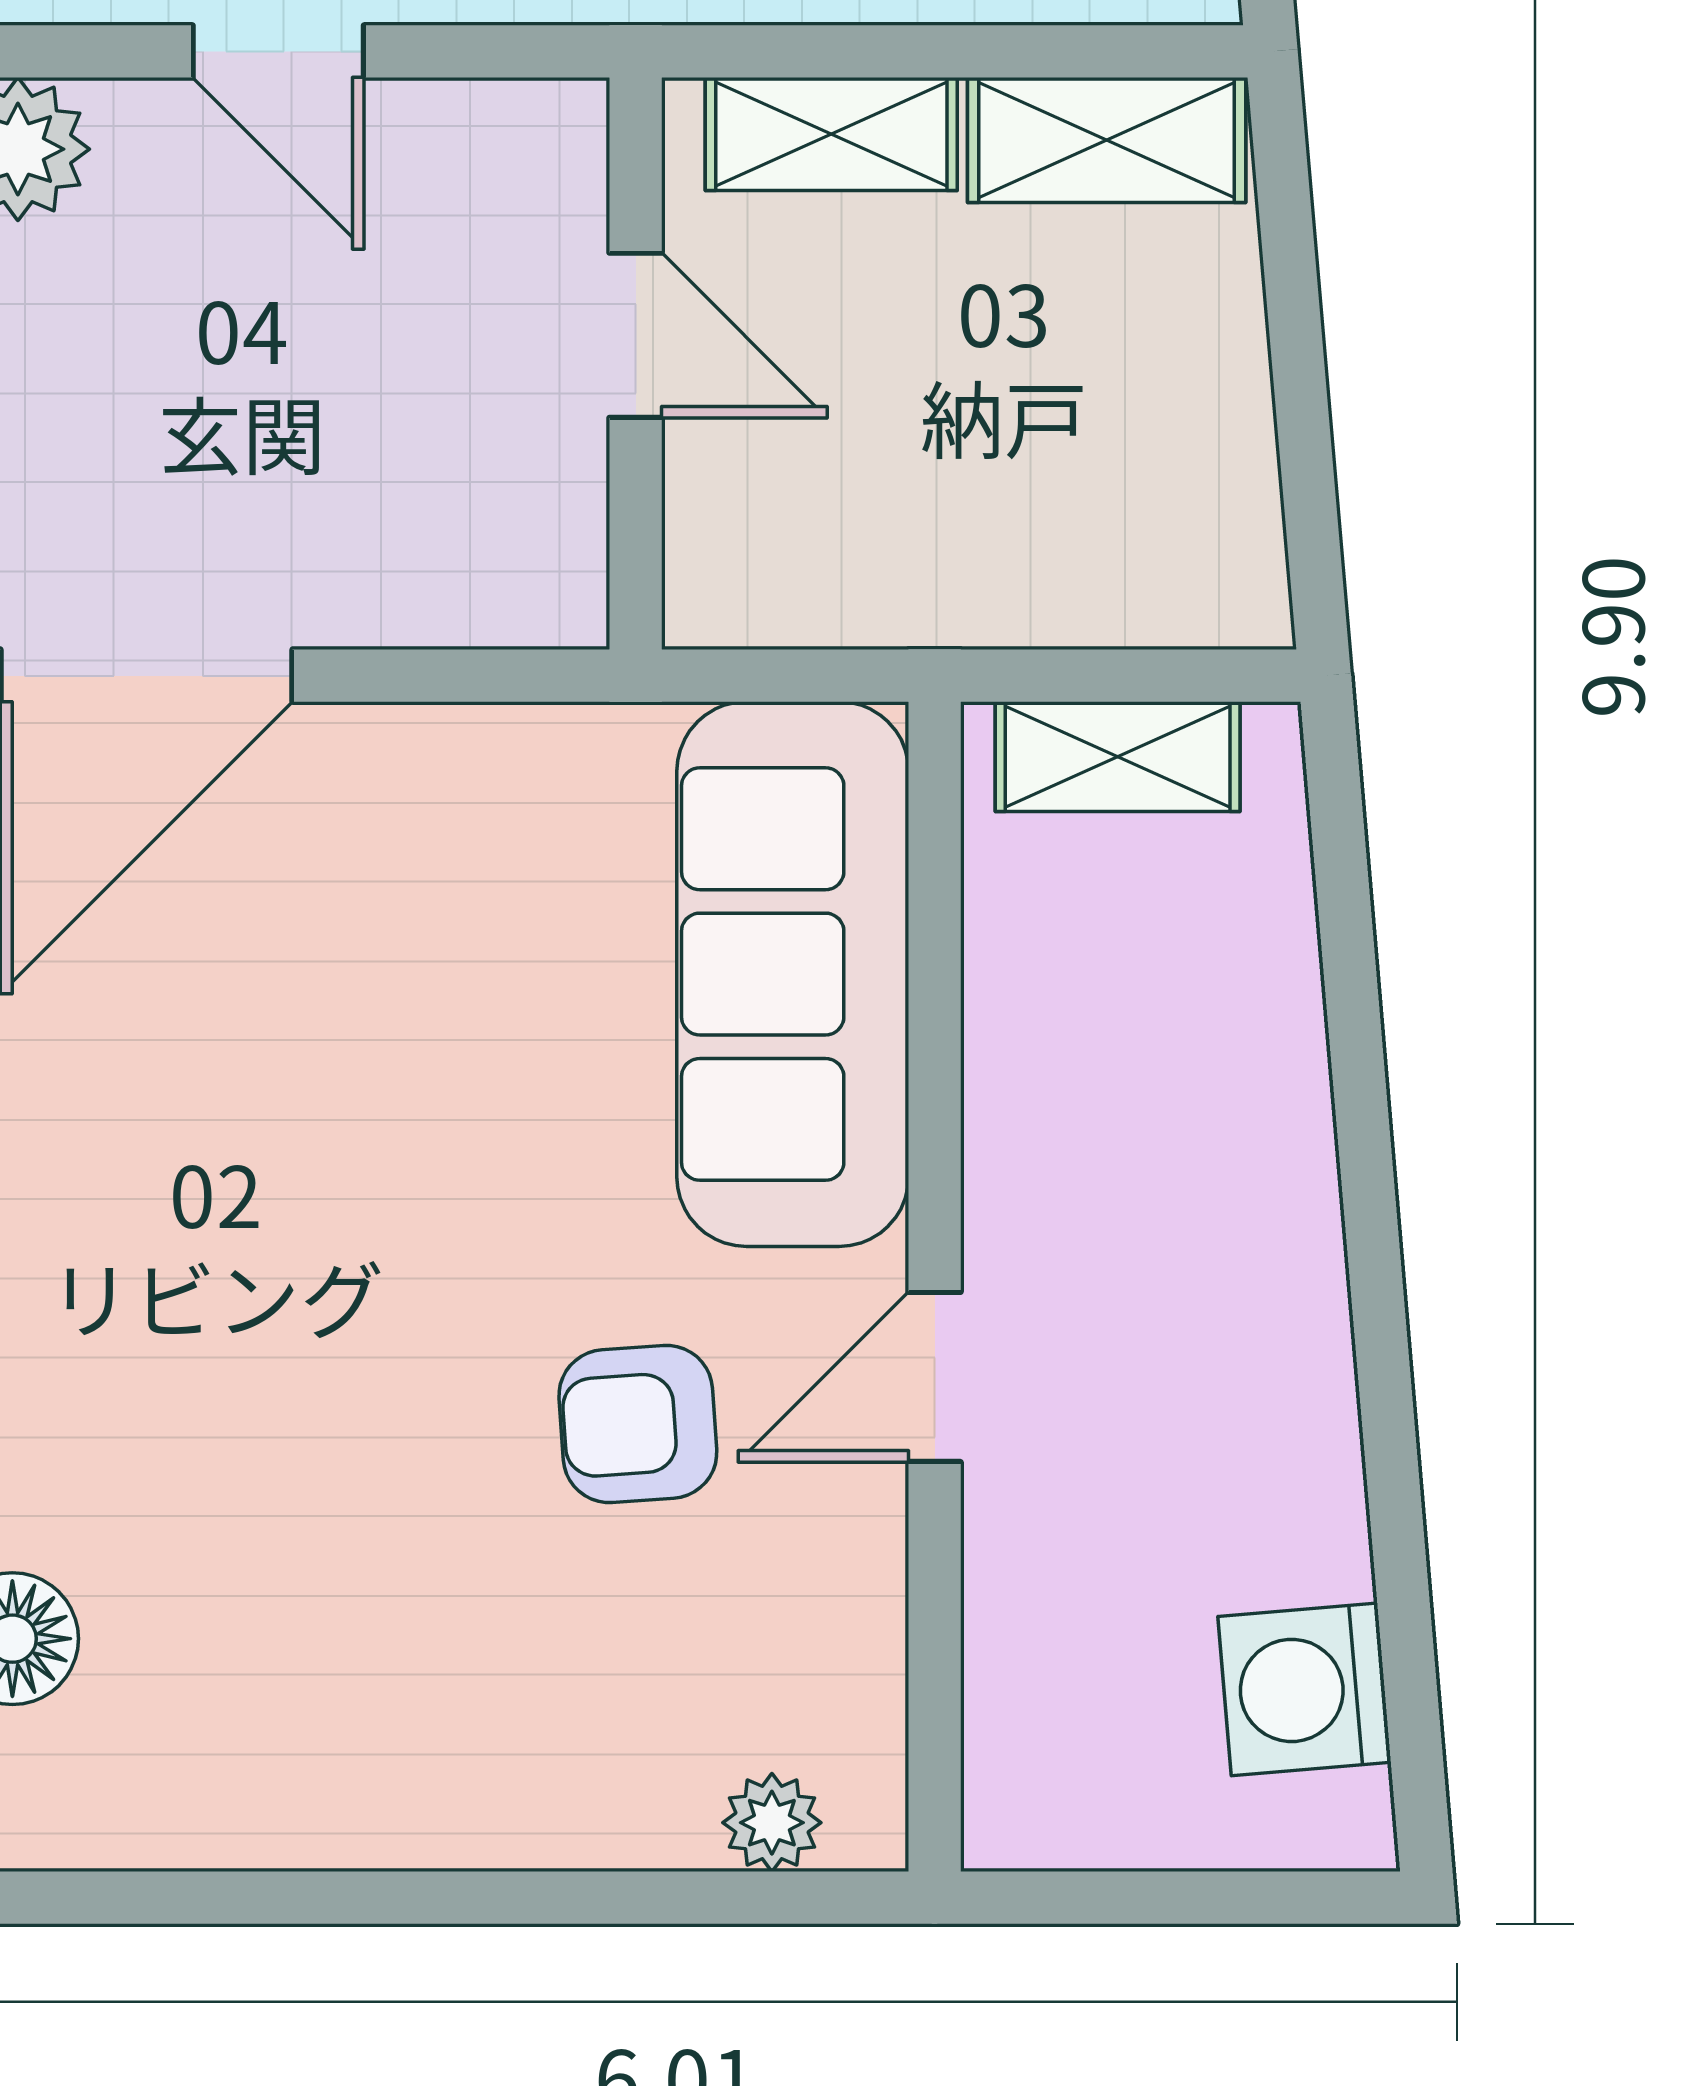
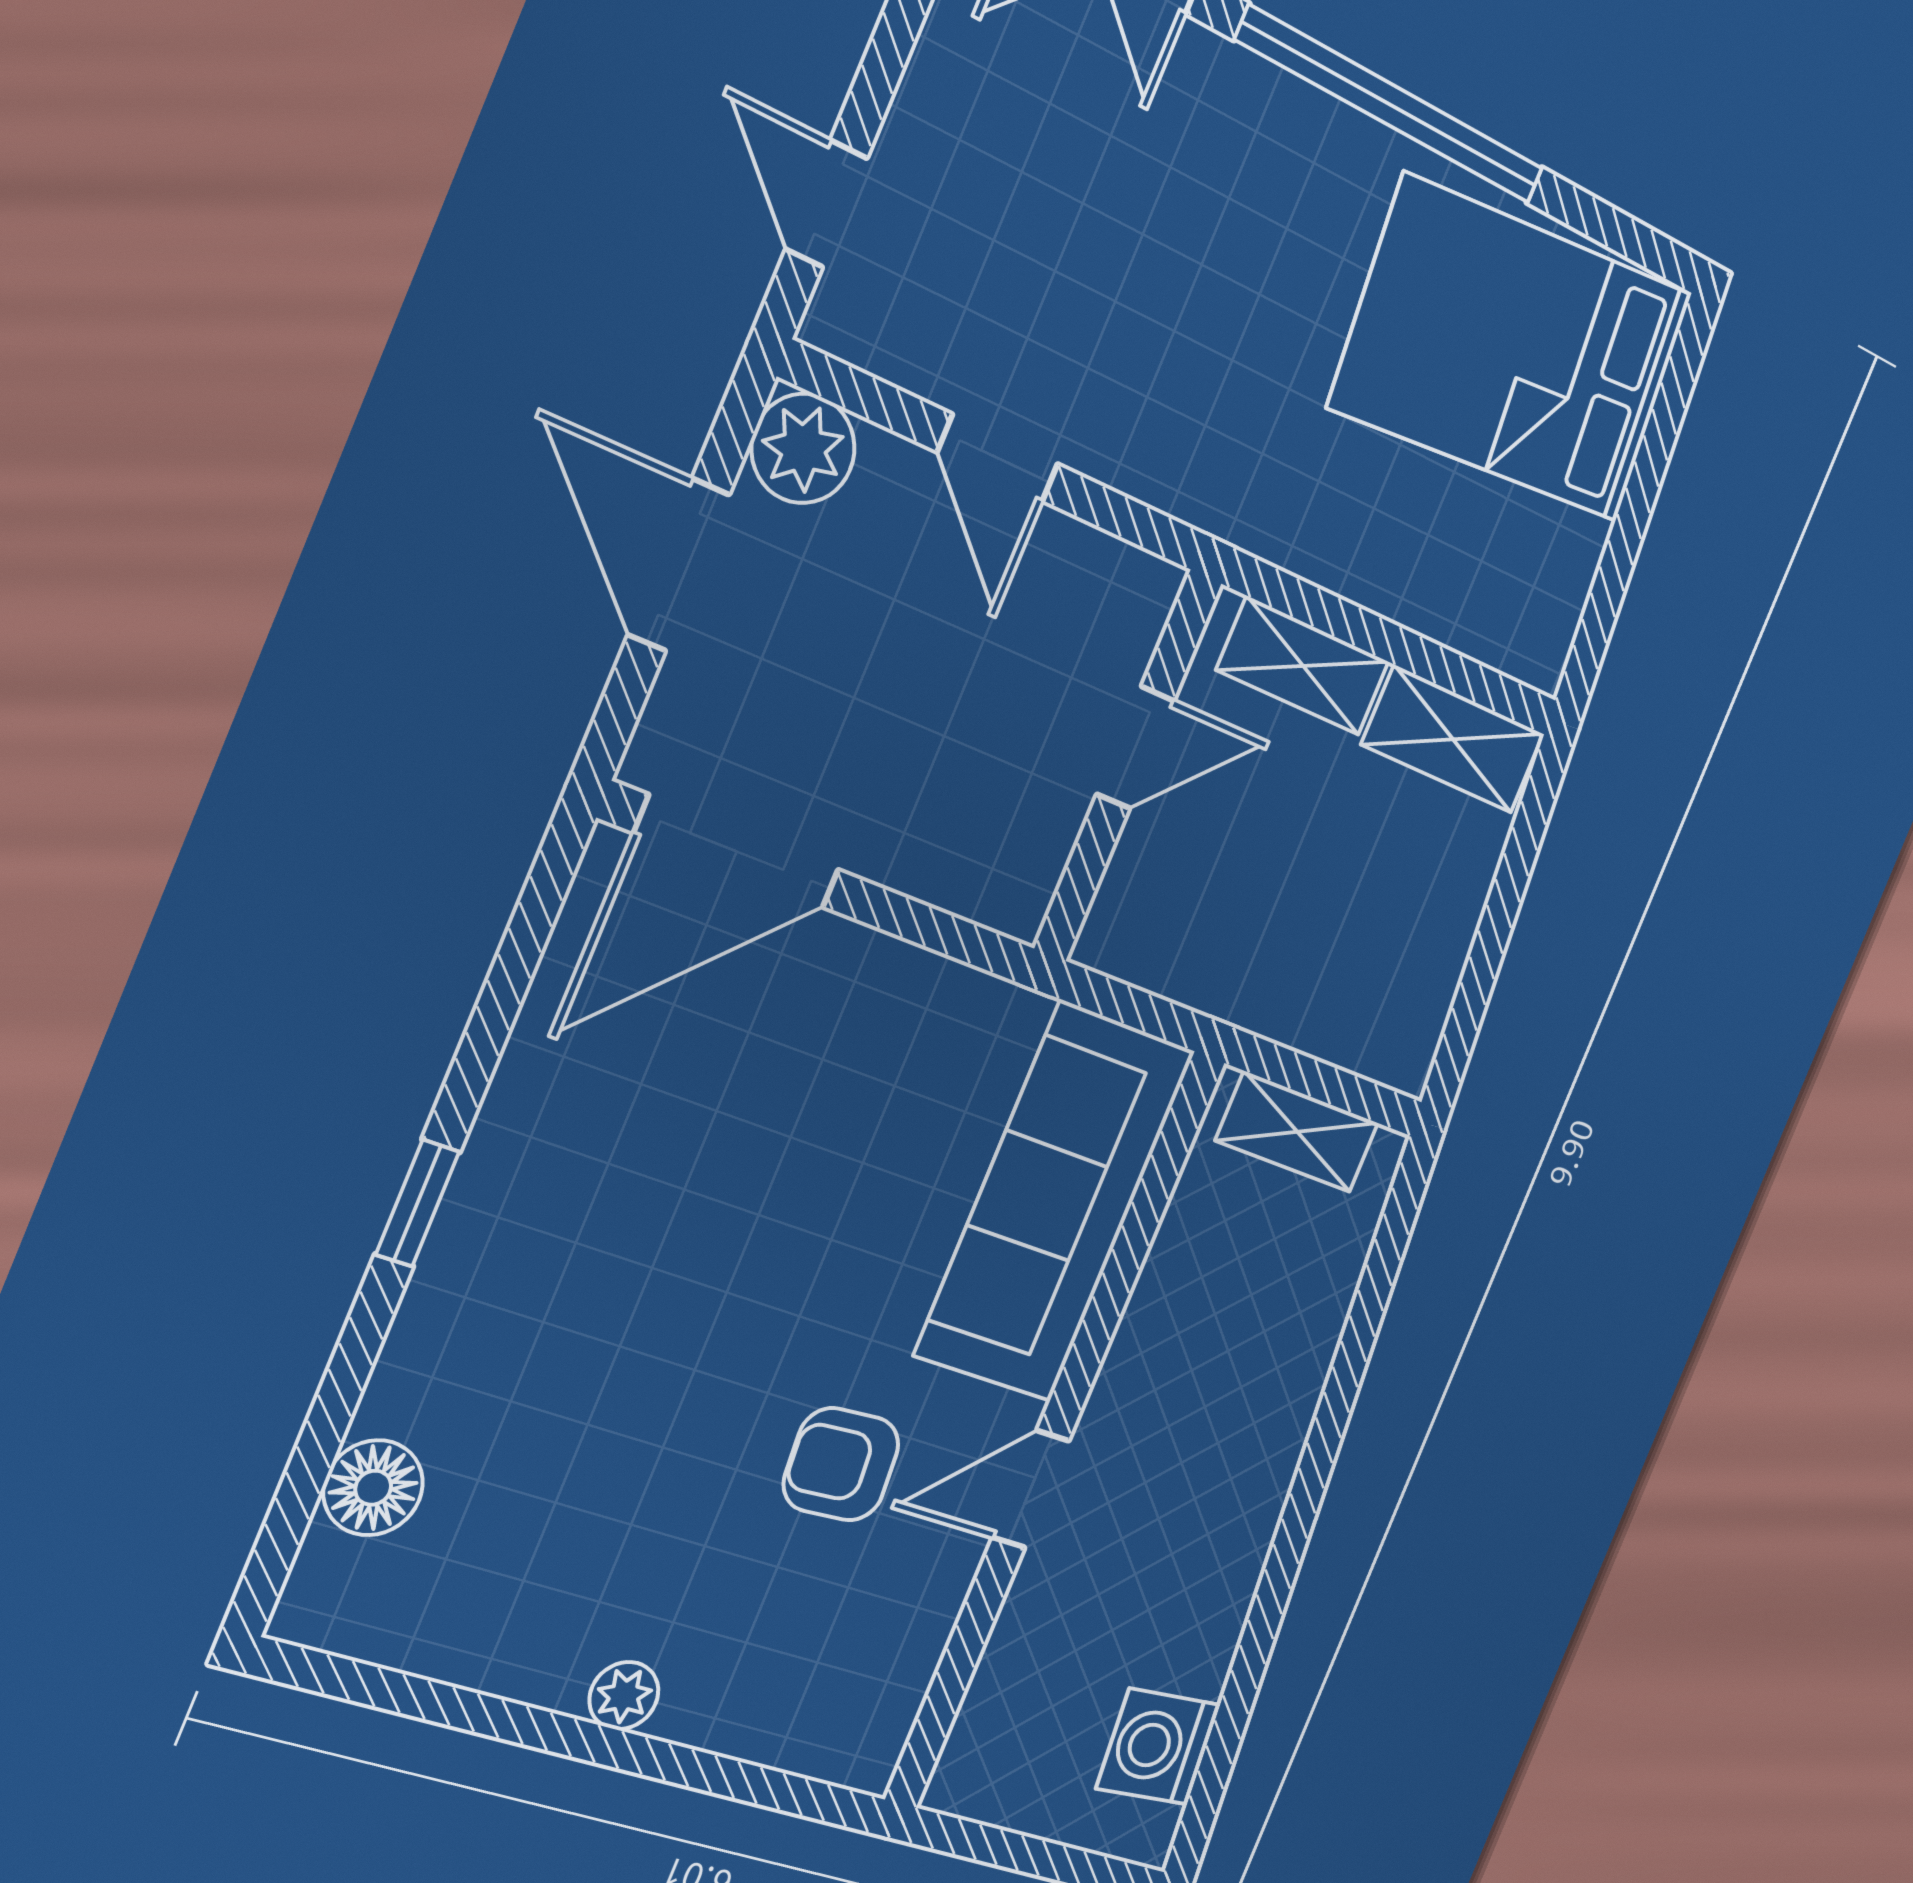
door: (636, 335) -> (1136, 747), hinge flipped
plant: (772, 1823) -> (624, 1696), moved

